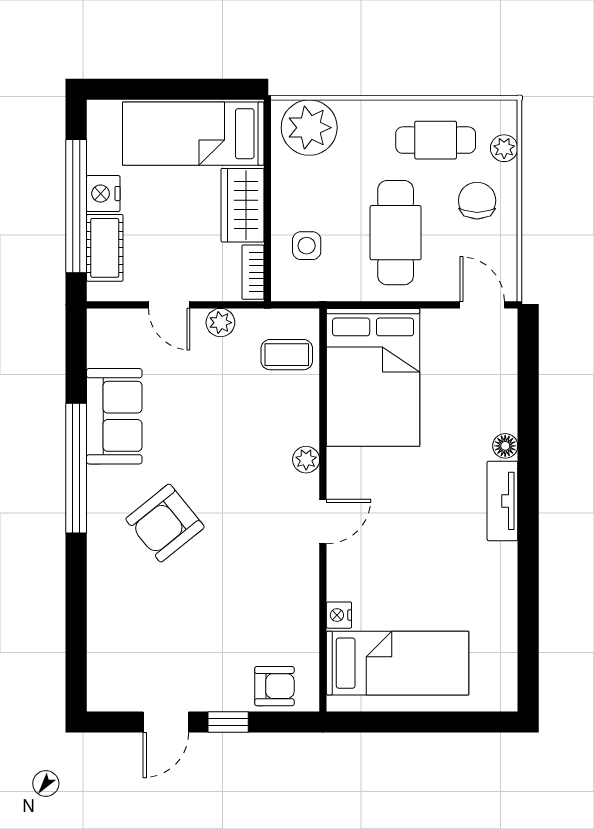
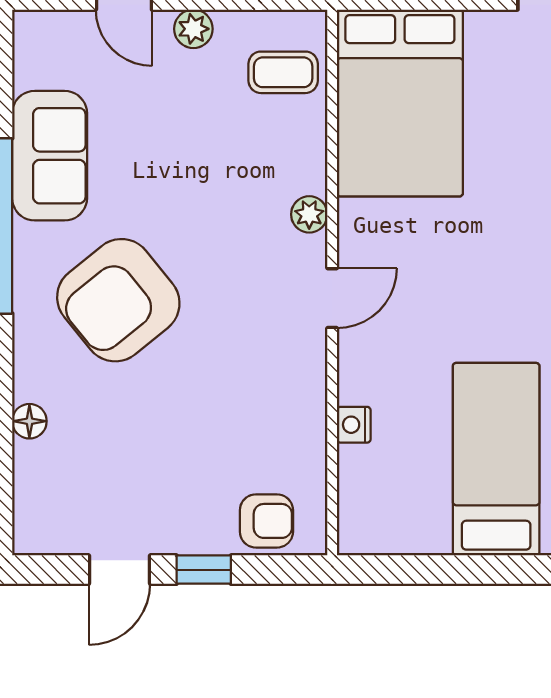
armchair: (165, 523) -> (118, 300), width x1.36, depth x1.36
floor lamp: (99, 612) -> (29, 421), added
bed: (398, 663) -> (496, 459), moved, turned -90

